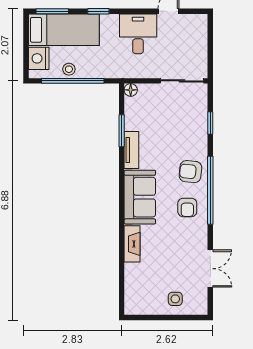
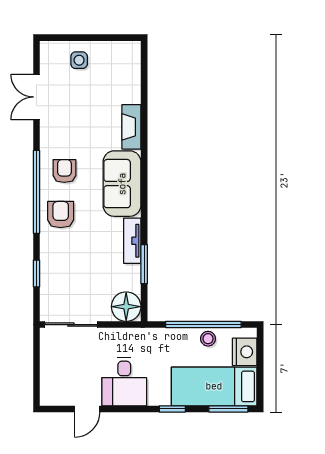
floor lamp: (131, 90) -> (126, 307), width x1.89, depth x1.89
armchair: (190, 172) -> (61, 215), turned -96

